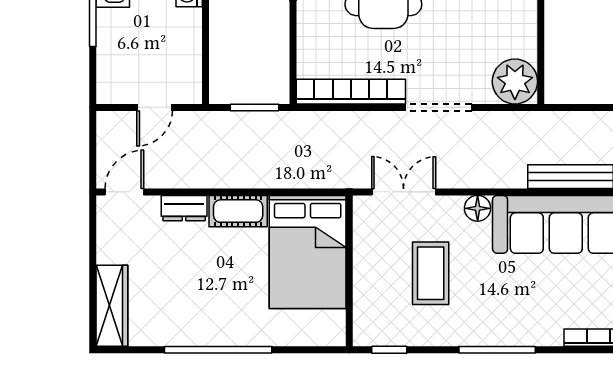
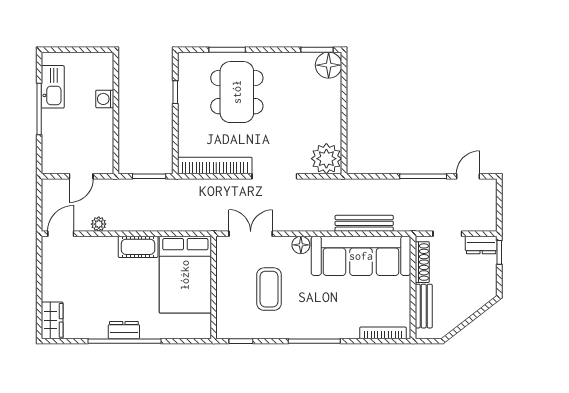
plant: (180, 178) -> (99, 224), added
dresser: (184, 208) -> (124, 330), moved, turned 180
wardrobe: (112, 306) -> (52, 320), width x0.67

